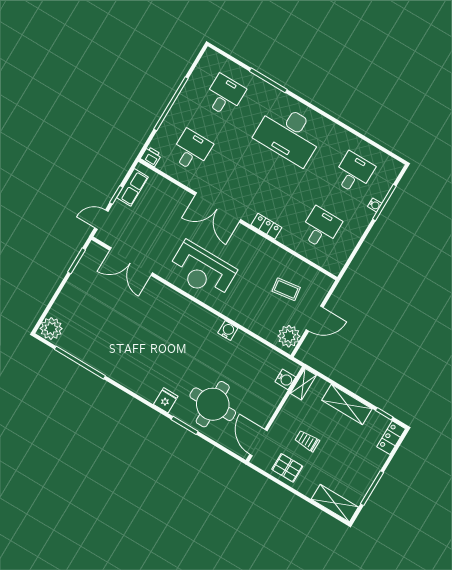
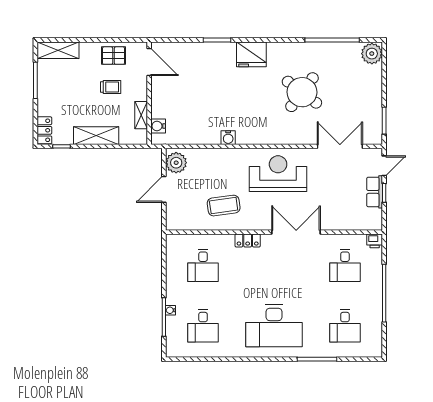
desk: (289, 134) -> (274, 326), turned 180
row of seats: (133, 187) -> (375, 192), moved
coffee table: (286, 289) -> (224, 206), moved, width x1.36, depth x1.30
shelving: (303, 384) -> (141, 115), moved
fridge: (166, 400) -> (251, 54), width x1.88, depth x1.34
round table: (213, 404) -> (302, 92), moved, turned 37

